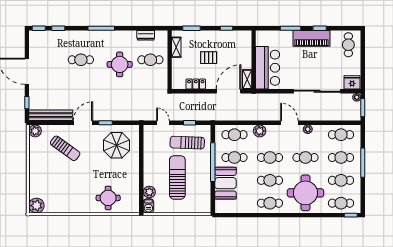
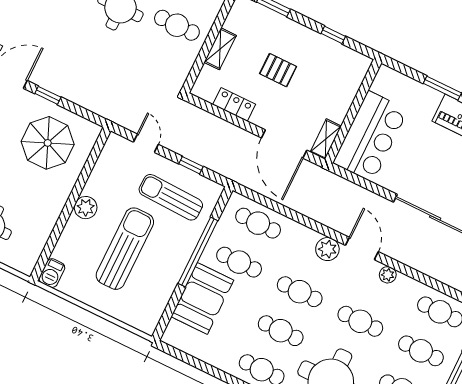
shelving: (176, 47) -> (220, 49), moved
door: (229, 91) -> (284, 144), swing flipped
plant: (260, 131) -> (327, 249), moved
plant: (149, 192) -> (86, 208), moved

